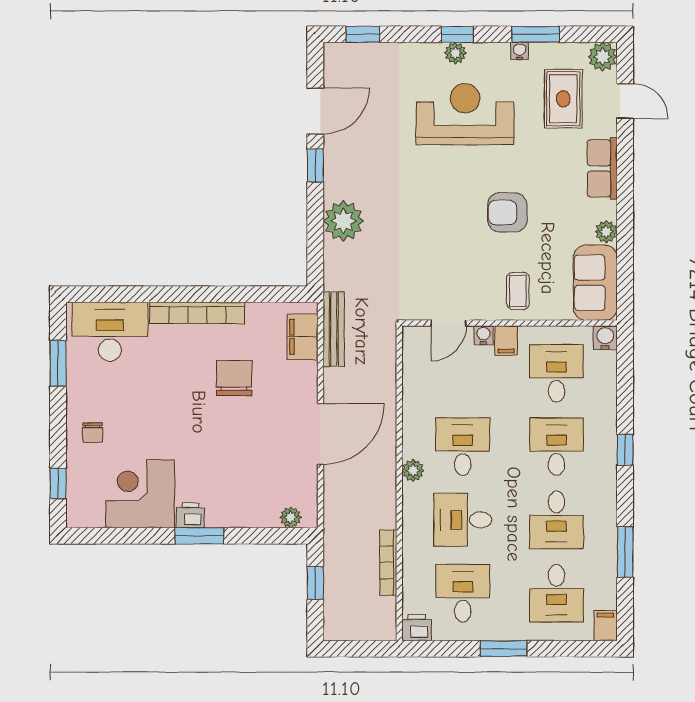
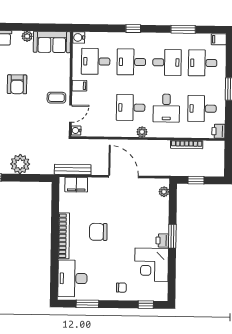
coffee table: (518, 291) -> (56, 98), moved
door: (449, 323) -> (71, 114), hinge flipped
water cooler: (484, 335) -> (76, 130), moved
chair: (234, 378) -> (98, 232), moved
desk: (556, 593) -> (203, 63), turned 180

